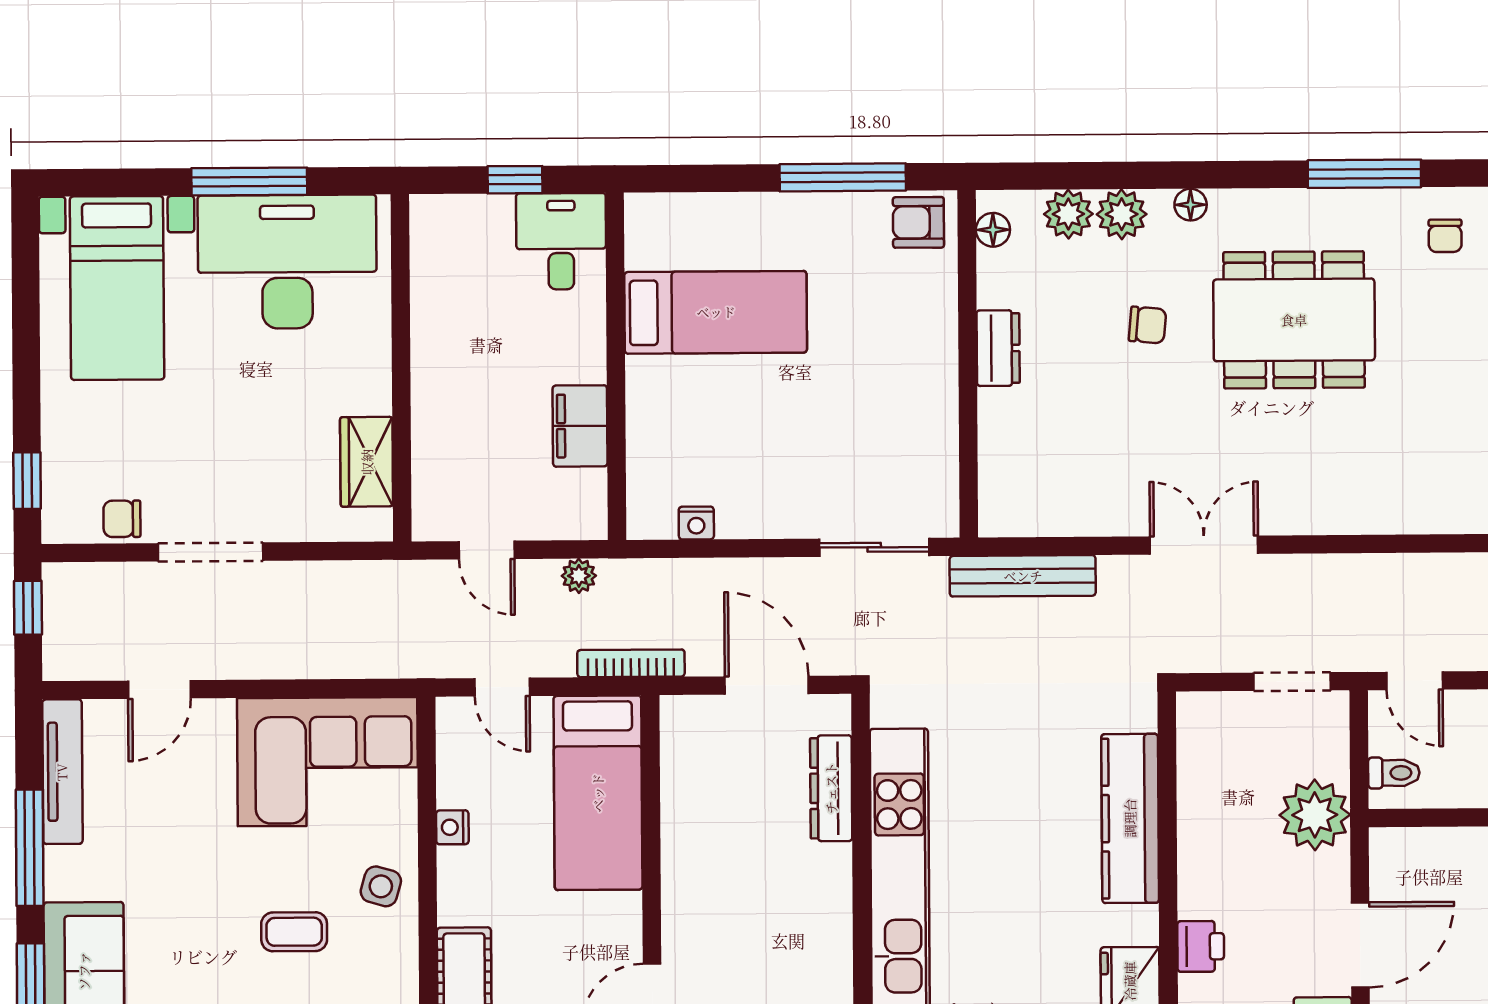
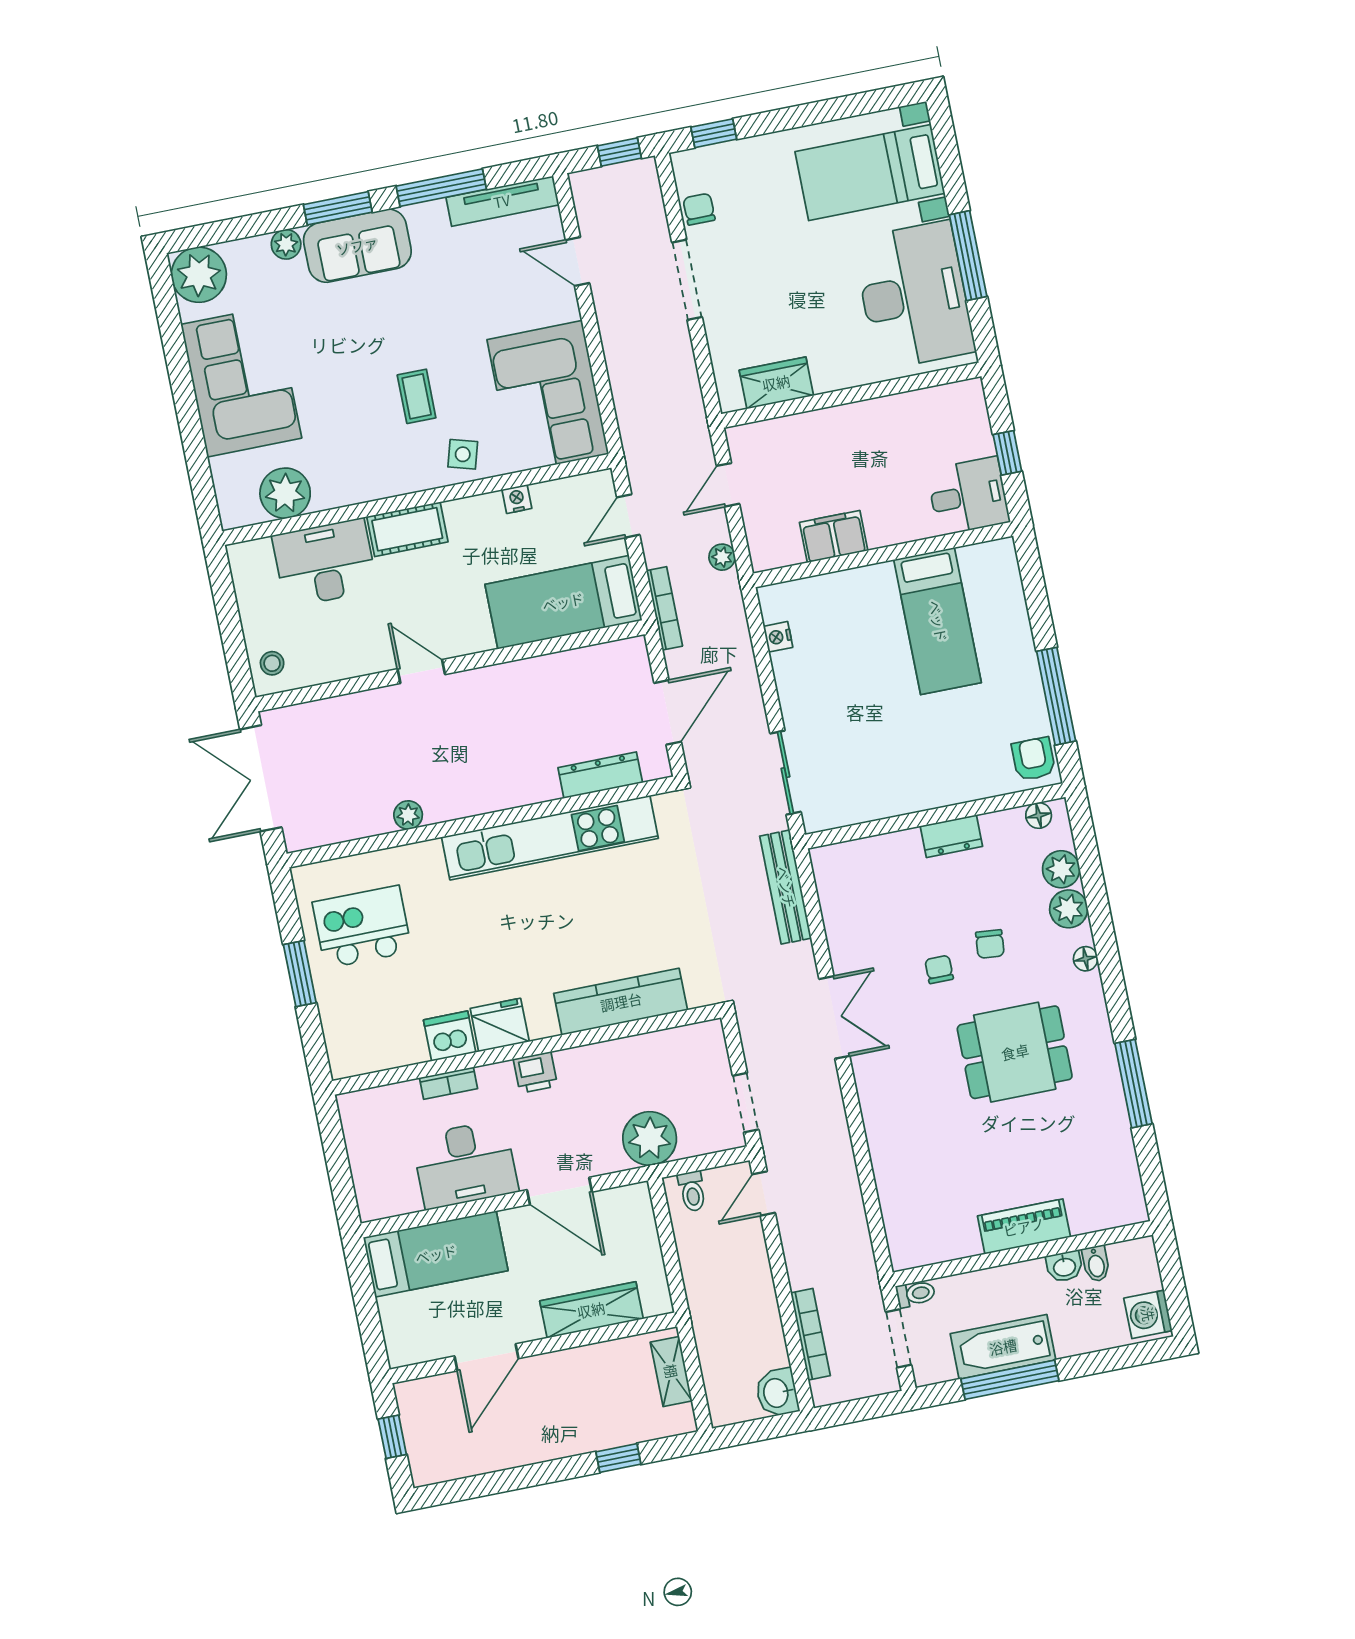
chair: (1445, 236) -> (939, 969), moved, turned 90
dining table: (1294, 320) -> (1015, 1052), width x0.73

